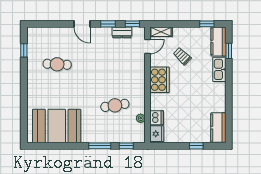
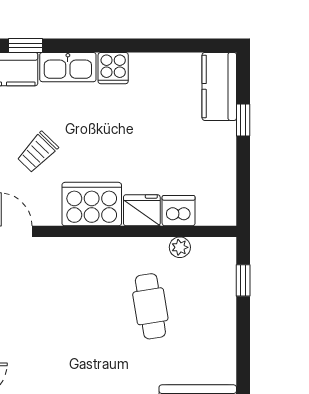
cooker: (219, 89) -> (113, 68), added
kitchen counter: (218, 128) -> (219, 86), moved, turned 90
fridge: (157, 134) -> (142, 210), moved
window: (100, 146) -> (243, 341), removed

